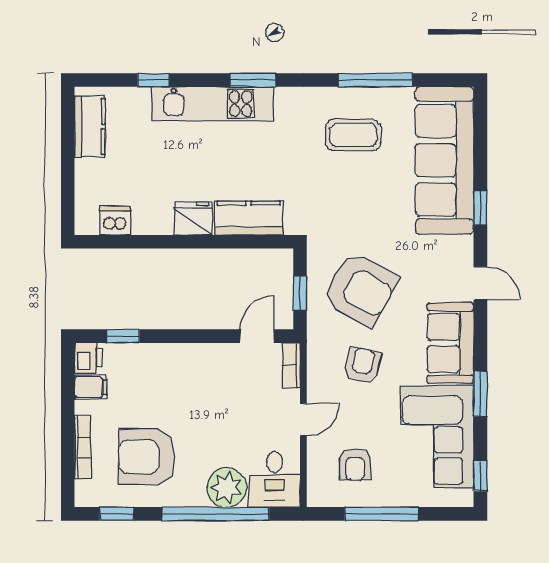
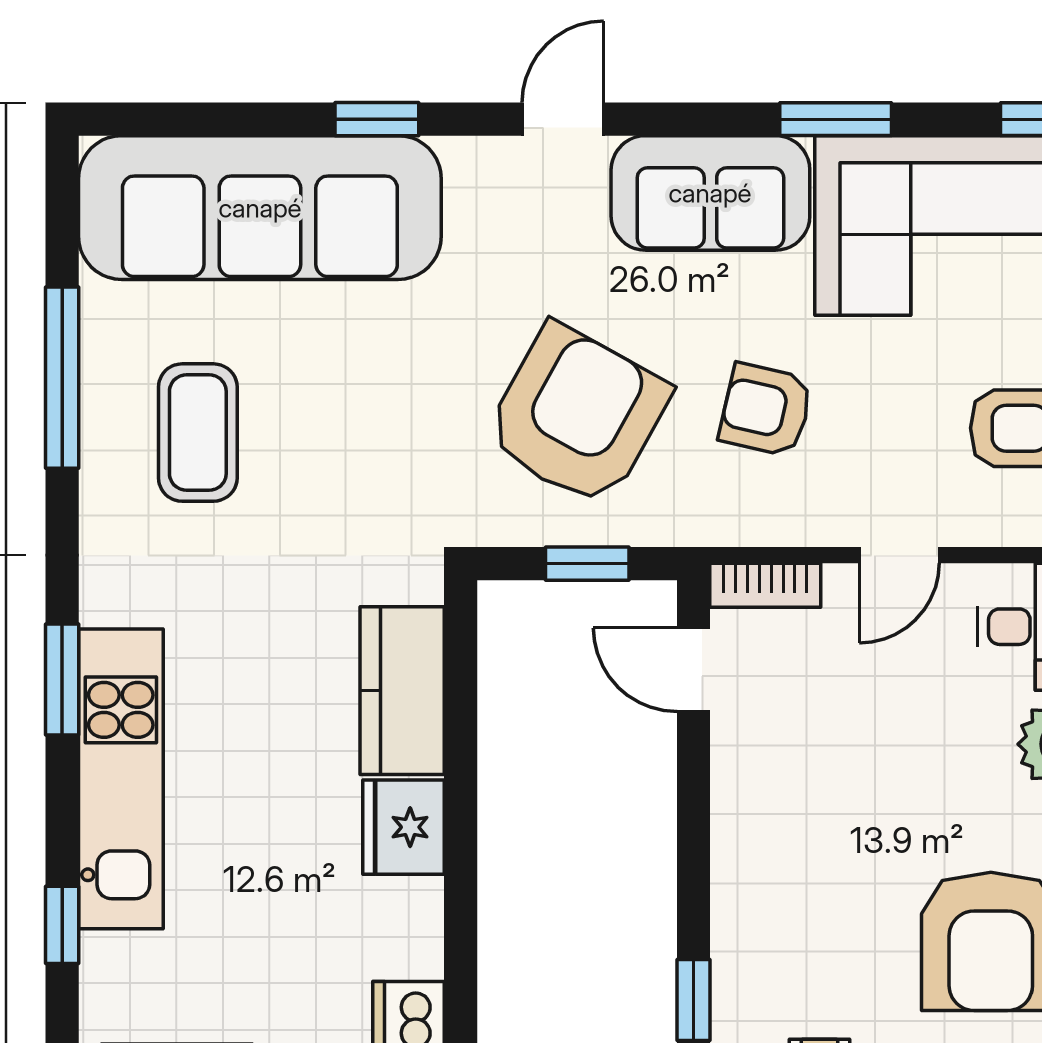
door: (303, 420) -> (899, 555), swing flipped

